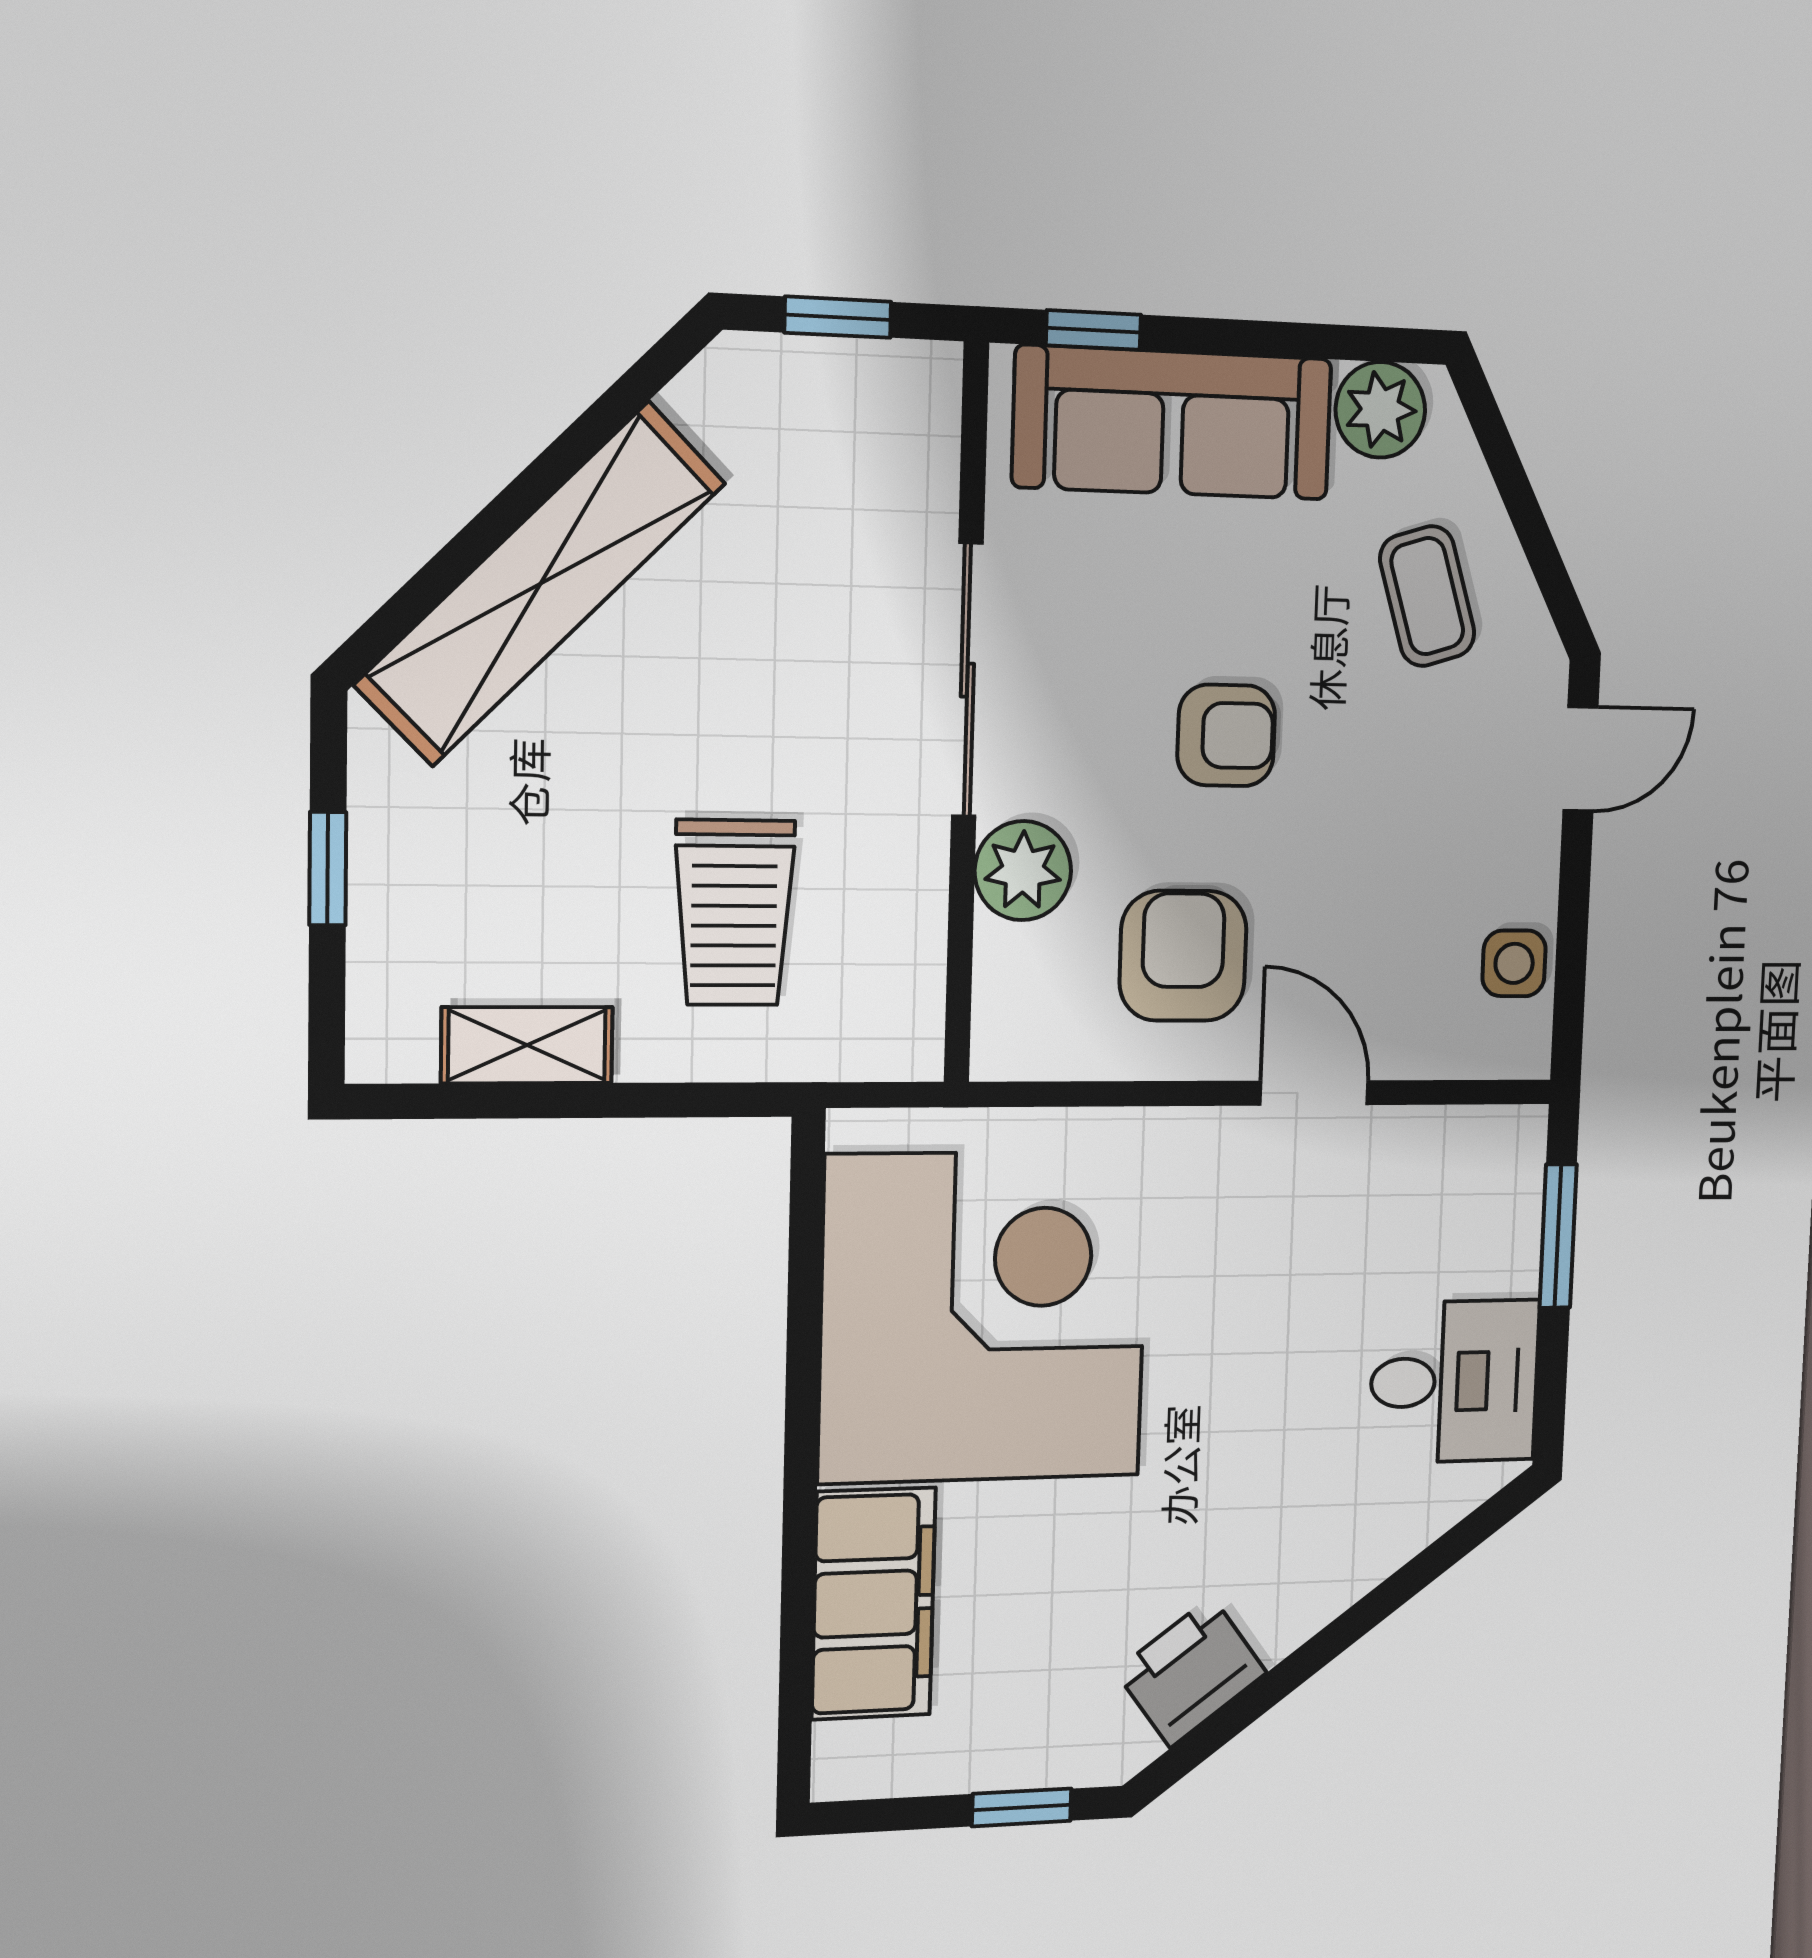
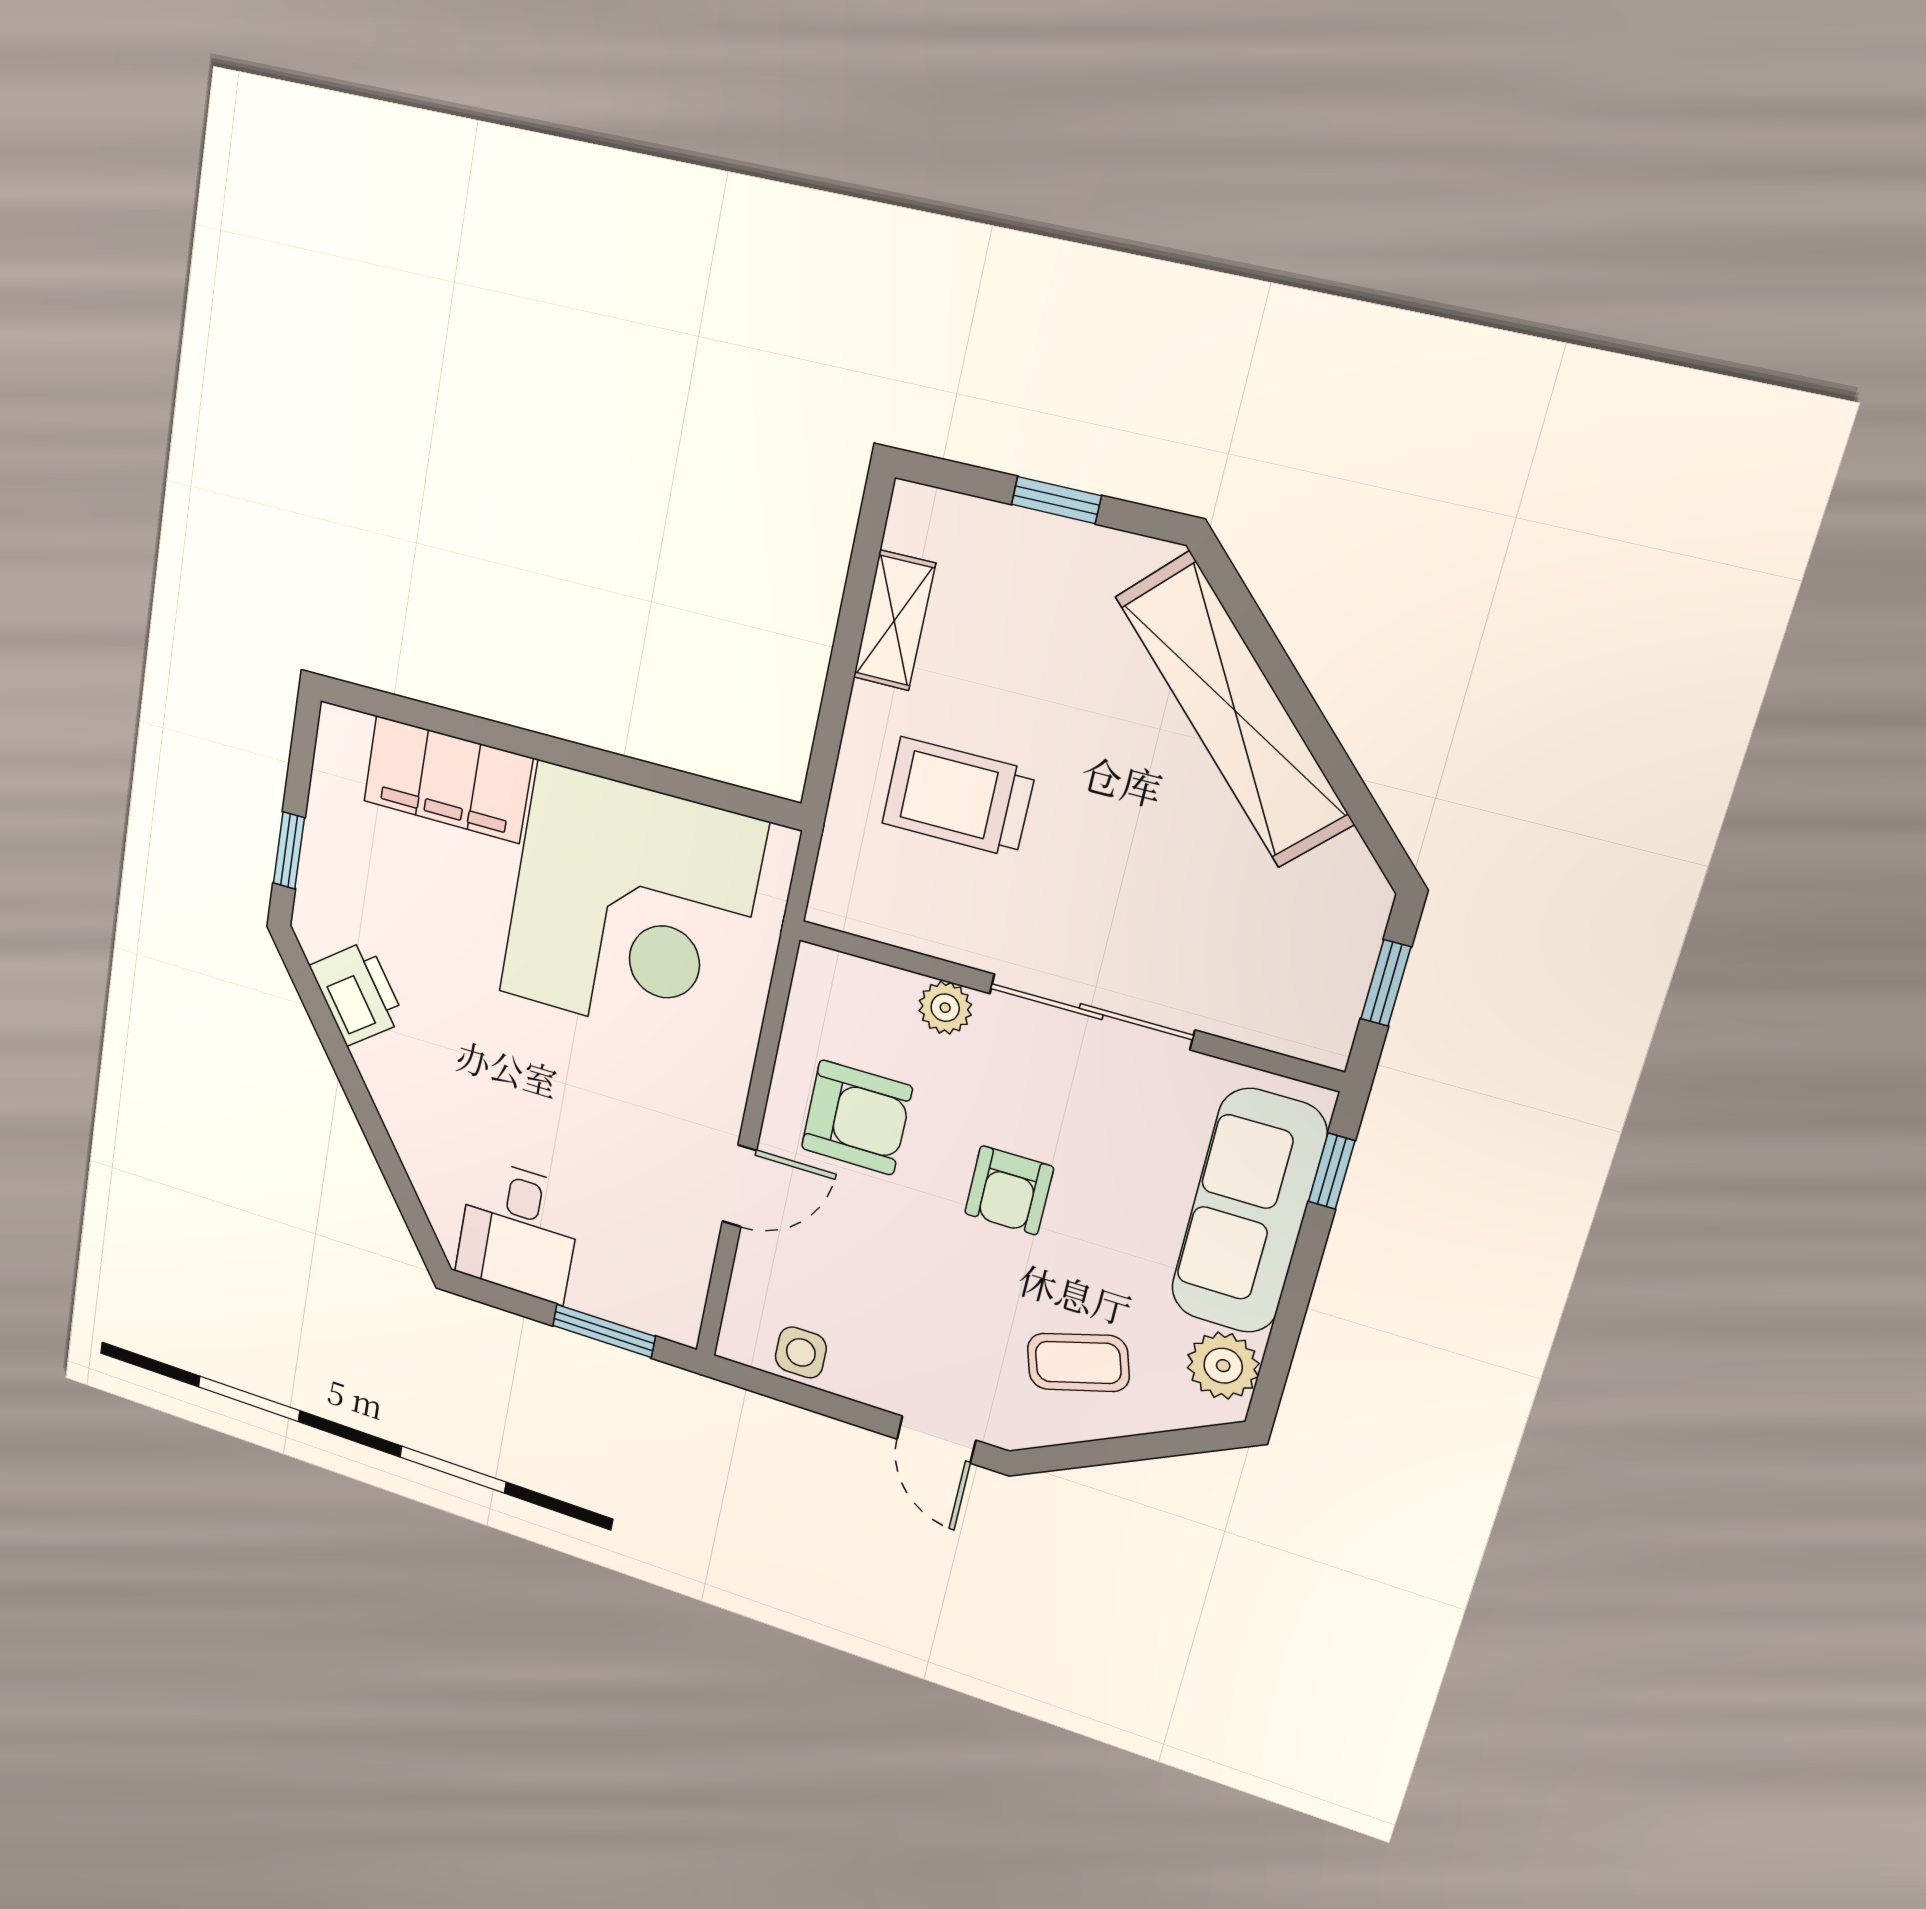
plant: (1023, 871) -> (945, 1008), width x0.73, depth x0.73

